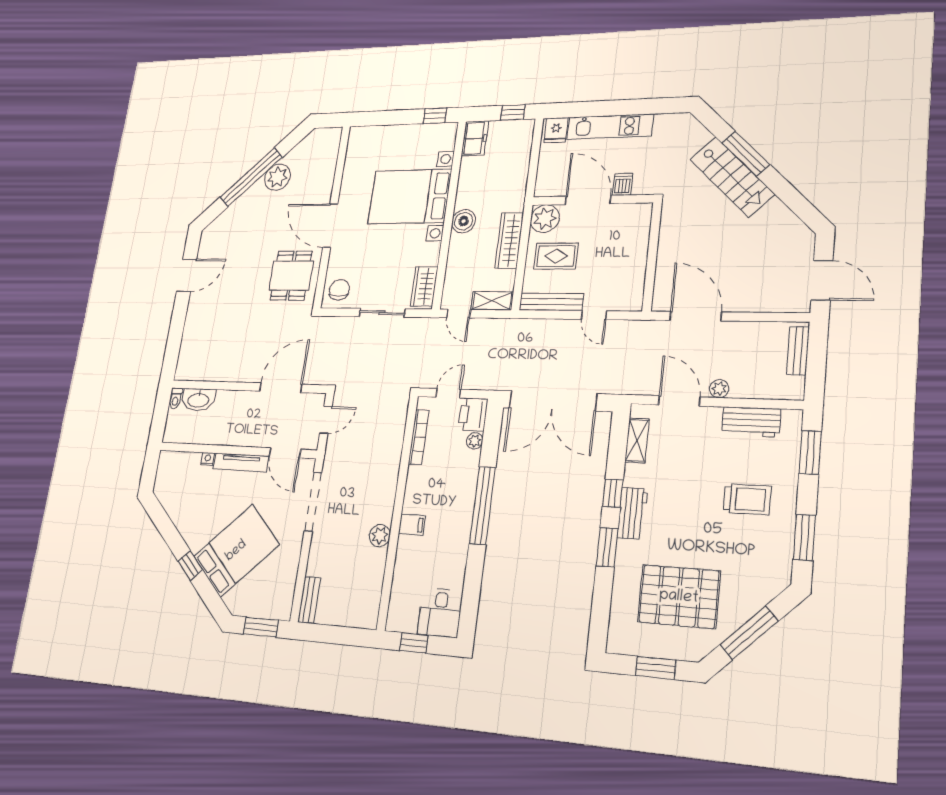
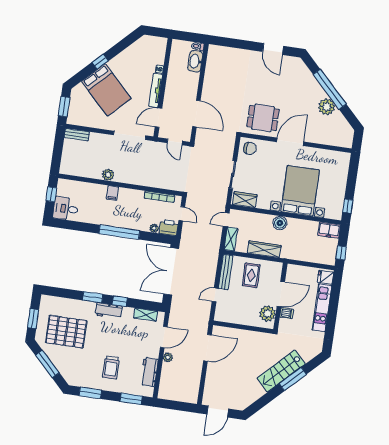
plant: (545, 219) -> (268, 314), moved
bench: (798, 351) -> (183, 397), removed
pallet: (679, 597) -> (66, 332), turned 90

